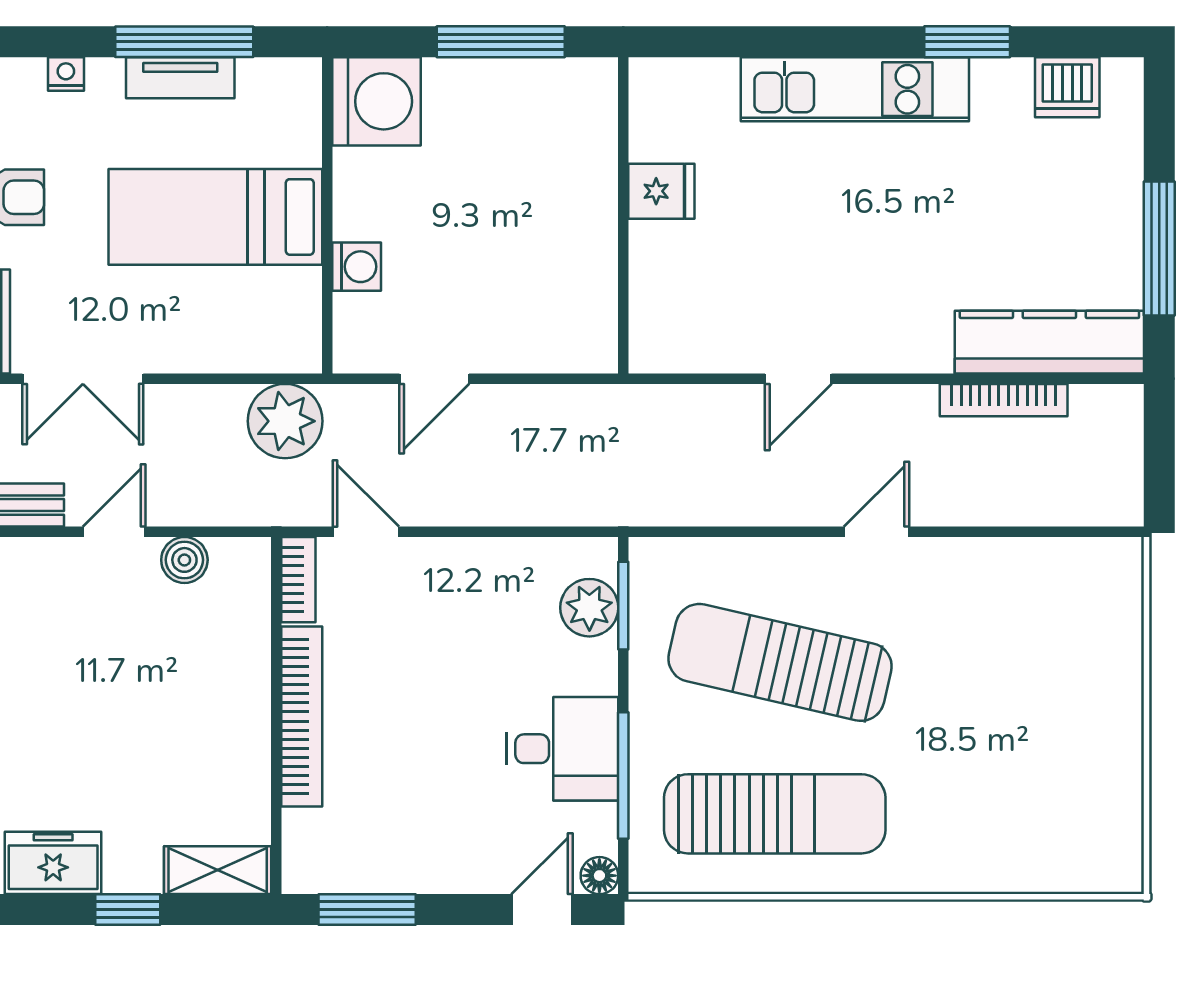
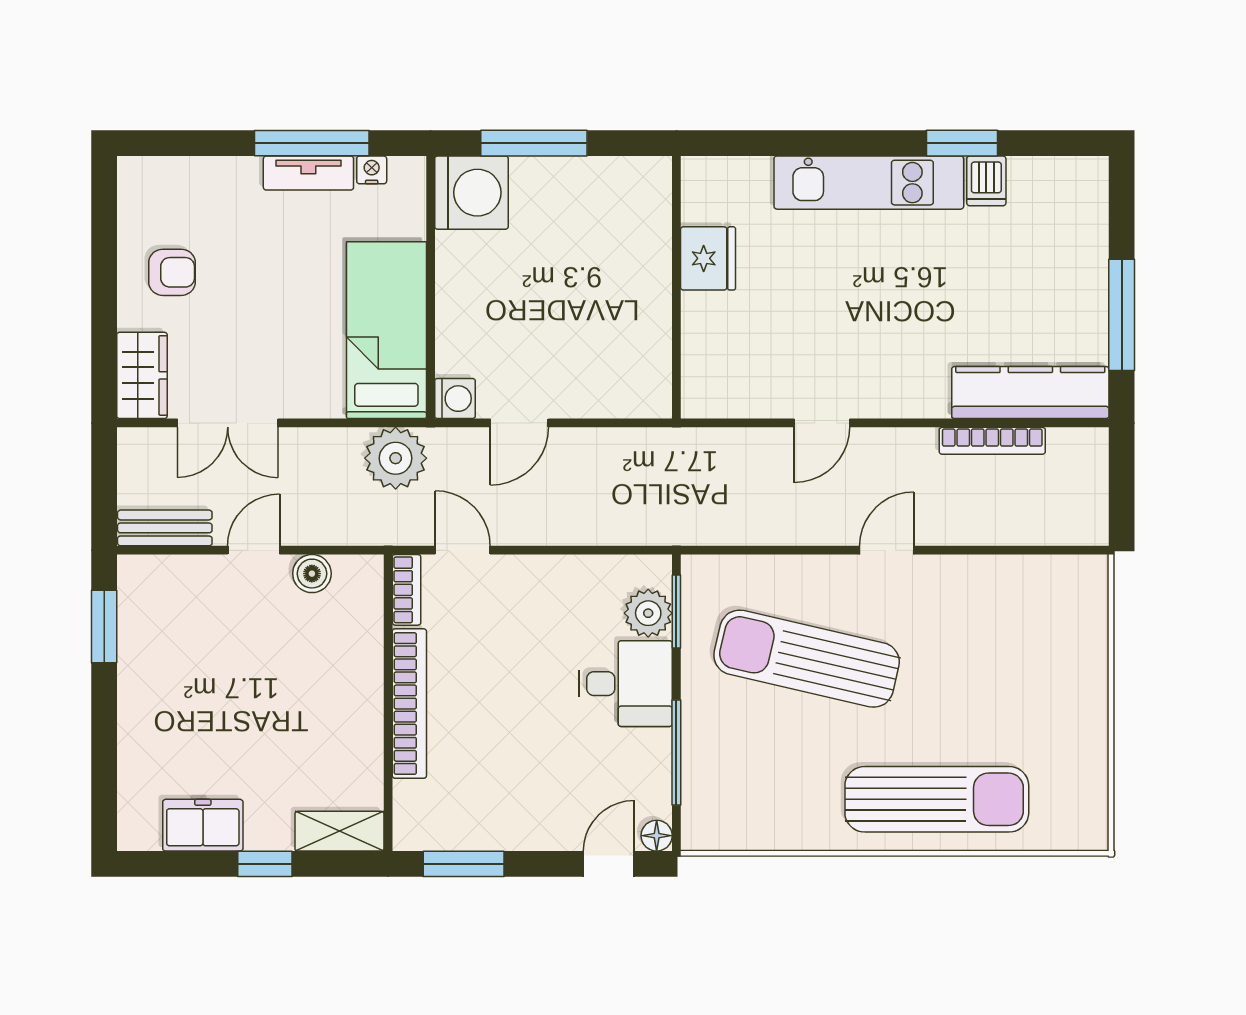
window: (501, 42) -> (534, 143), moved
nightstand: (66, 74) -> (372, 170), moved
dishwasher: (1067, 87) -> (986, 181), moved, width x0.73
fridge: (661, 191) -> (708, 258), width x1.38
bed: (215, 217) -> (386, 330), moved, turned 90
washing machine: (357, 267) -> (455, 399), moved
desk: (562, 749) -> (626, 684), moved
sun lounger: (775, 814) -> (937, 799), moved

